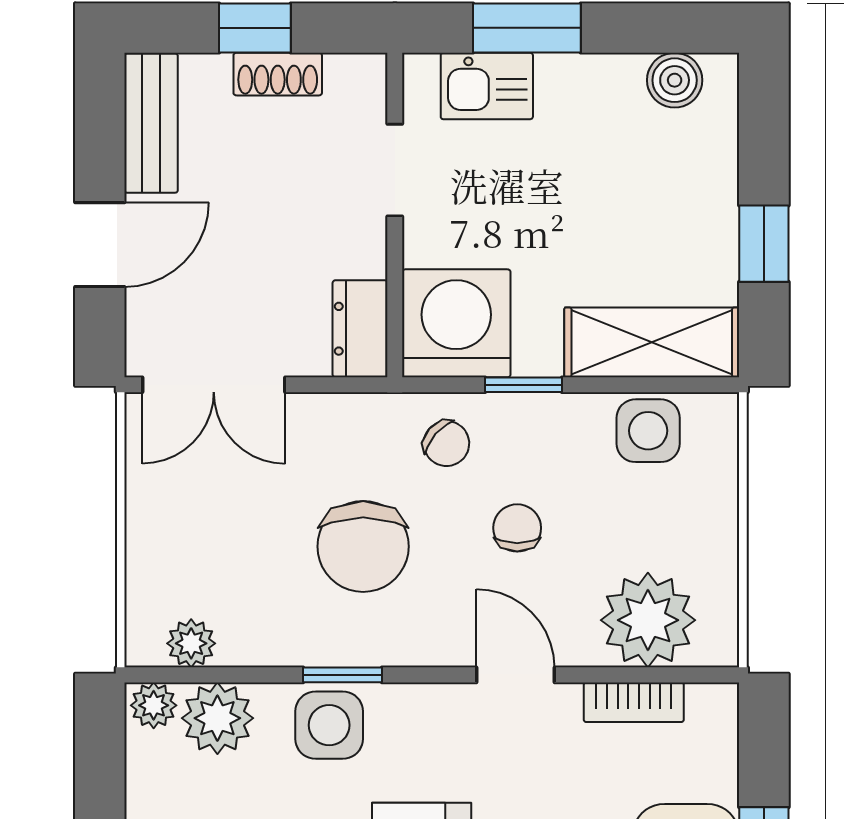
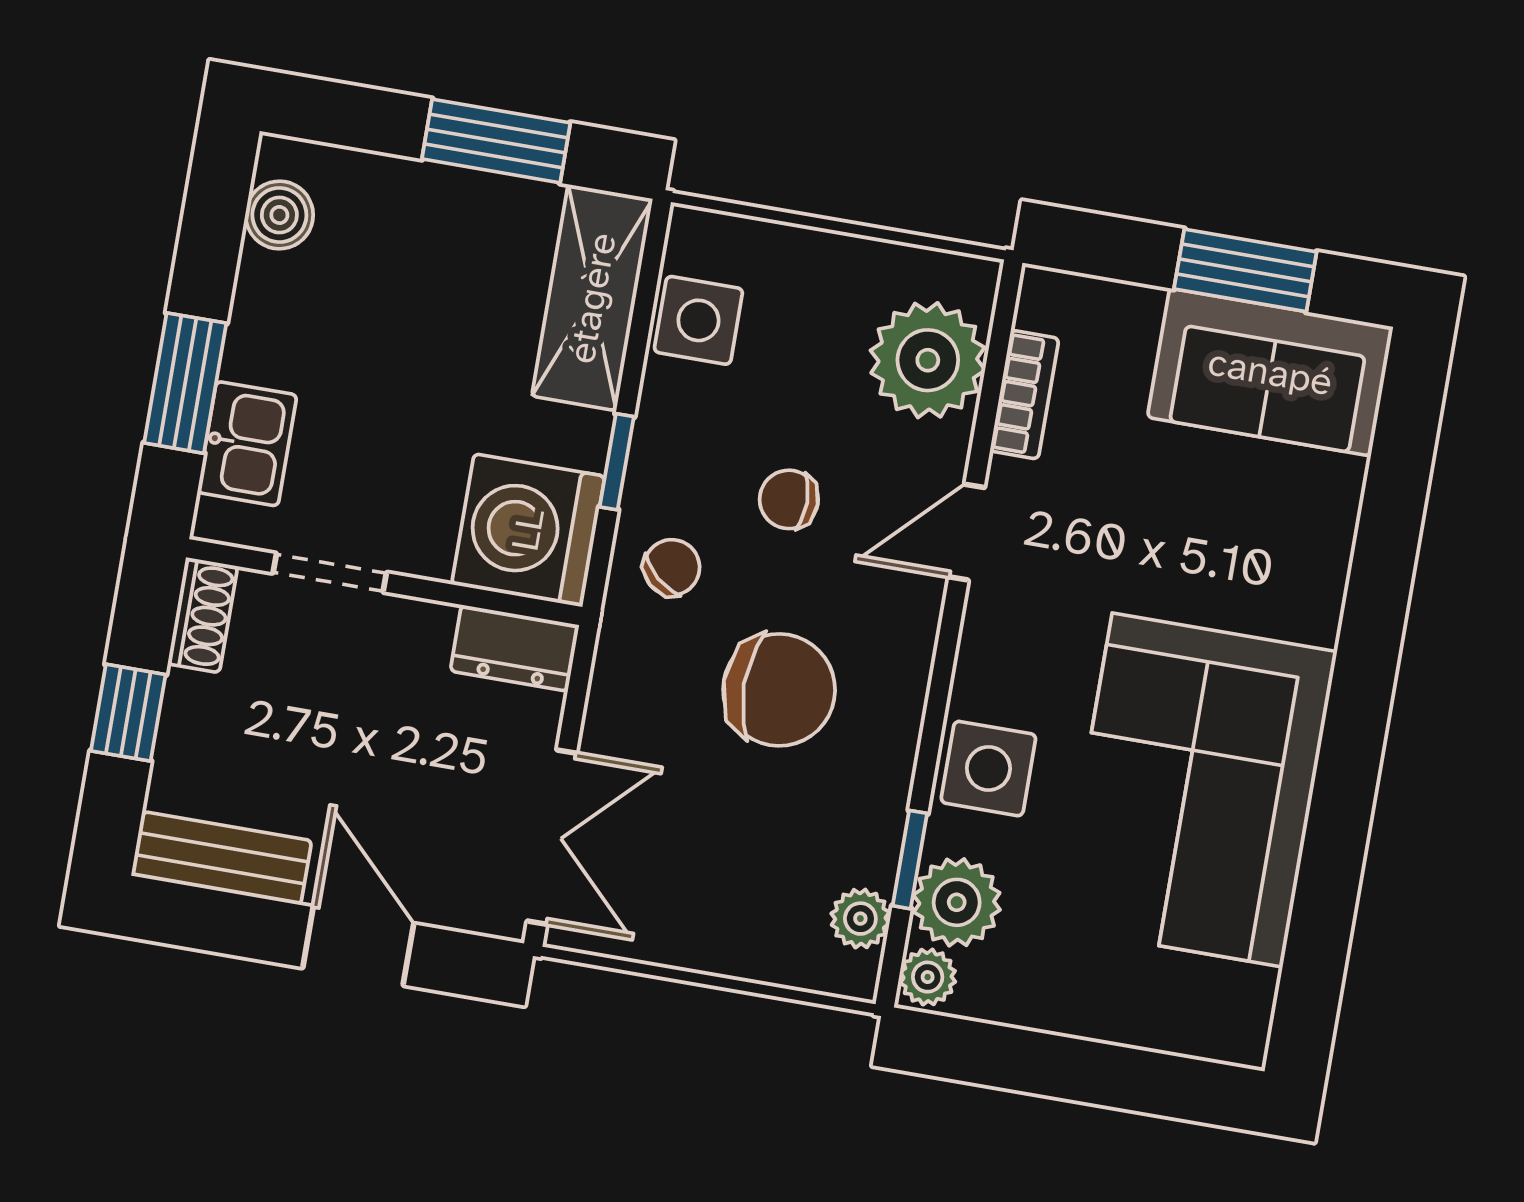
shoe rack: (278, 74) -> (203, 615), moved
window: (764, 244) -> (496, 141), width x1.50
window: (343, 675) -> (910, 860), moved

